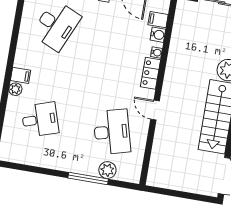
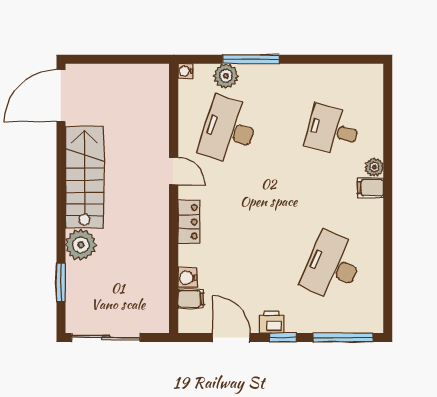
water cooler: (156, 52) -> (185, 71), moved
desk: (40, 120) -> (333, 130), turned 33
desk: (112, 132) -> (229, 130), turned 33

